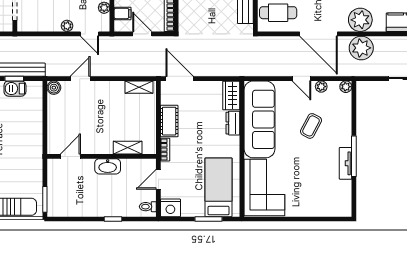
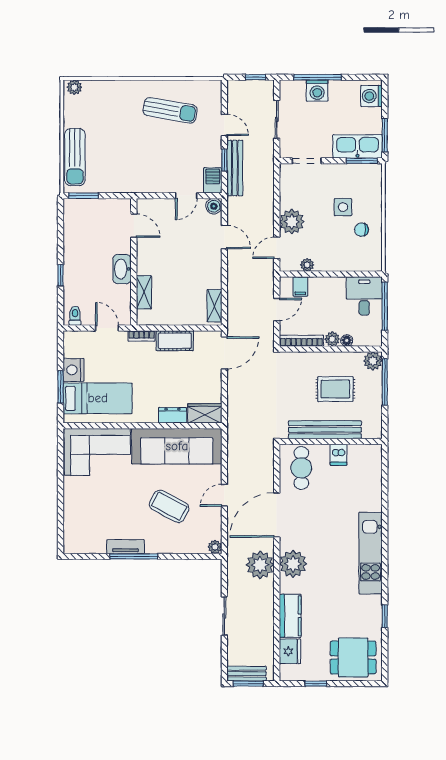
plant: (67, 26) -> (292, 222), width x1.87, depth x1.87
plant: (321, 87) -> (215, 518), removed
barbecue: (15, 89) -> (213, 180), moved
door: (45, 111) -> (186, 196), added
coffee table: (311, 126) -> (169, 506), width x1.36, depth x1.30
nightstand: (170, 208) -> (74, 370), moved

